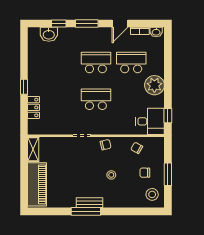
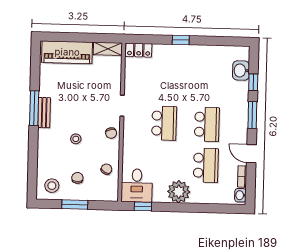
locker: (34, 107) -> (139, 50), moved

